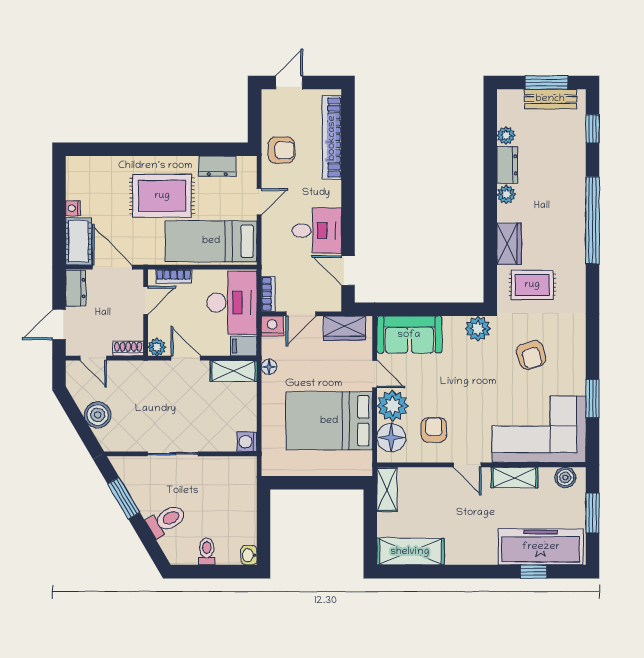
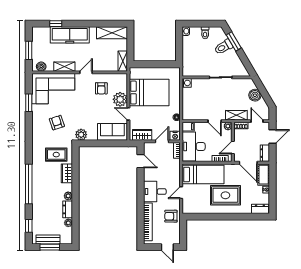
door: (289, 83) -> (167, 247), hinge flipped
dresser: (217, 166) -> (260, 209), moved
desk: (317, 230) -> (155, 192), moved
shelving: (234, 371) -> (236, 115), moved
floor lamp: (391, 438) -> (121, 85), removed
door: (467, 465) -> (86, 72), hinge flipped
window: (124, 498) -> (234, 41), moved
freezer: (541, 547) -> (70, 35), moved

